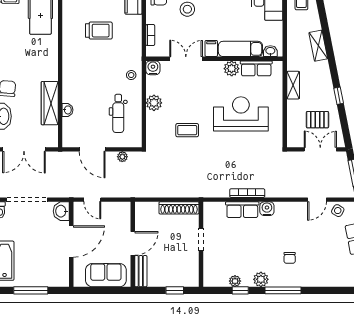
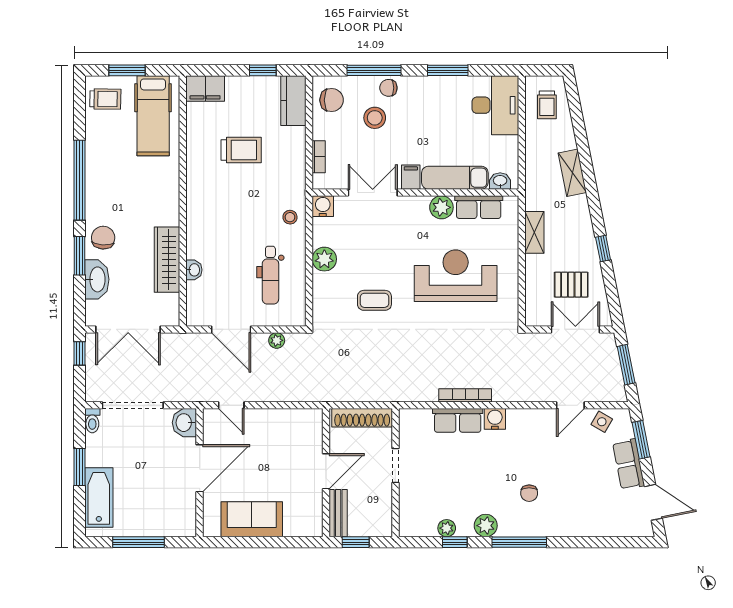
door: (133, 243) -> (326, 471), moved
wall: (133, 244) -> (326, 473), moved
bench: (141, 271) -> (338, 513), moved

